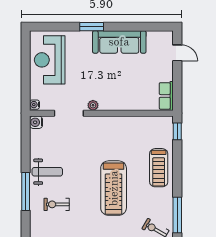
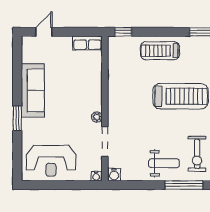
treadmill: (159, 168) -> (160, 51), turned 180
weight bench: (47, 172) -> (164, 163), turned 90
exercise bike: (57, 204) -> (197, 154), width x1.38, depth x1.39

